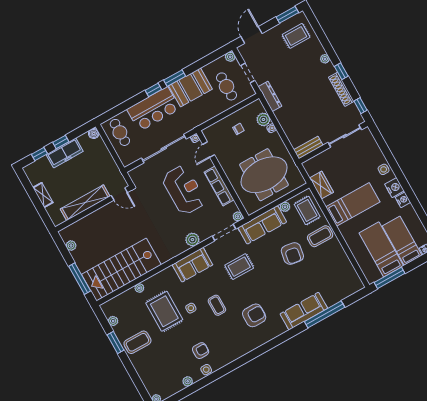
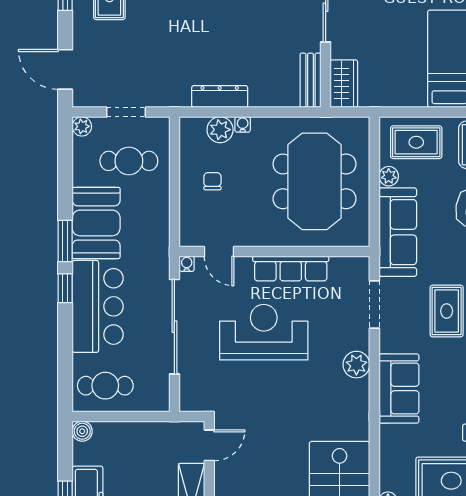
dresser: (270, 96) -> (220, 96), moved
wardrobe: (321, 185) -> (344, 84), moved, turned 90
plant: (238, 216) -> (360, 266), removed

